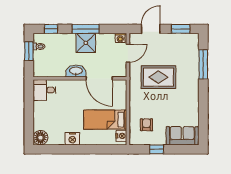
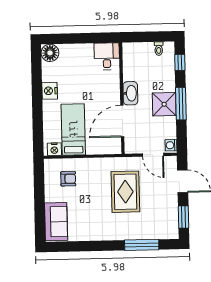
window: (29, 51) -> (153, 37), removed
window: (157, 149) -> (39, 192), removed

